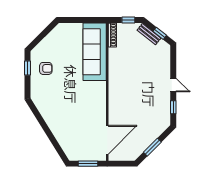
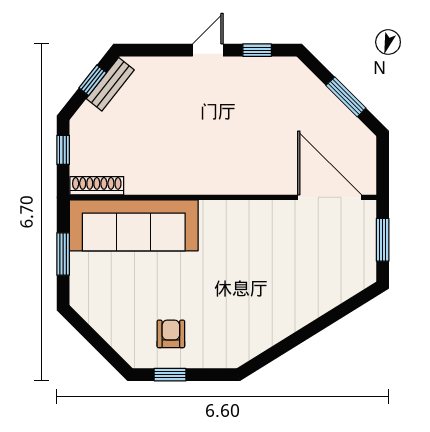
window: (82, 20) -> (63, 254), added
bench: (149, 34) -> (110, 84), moved

